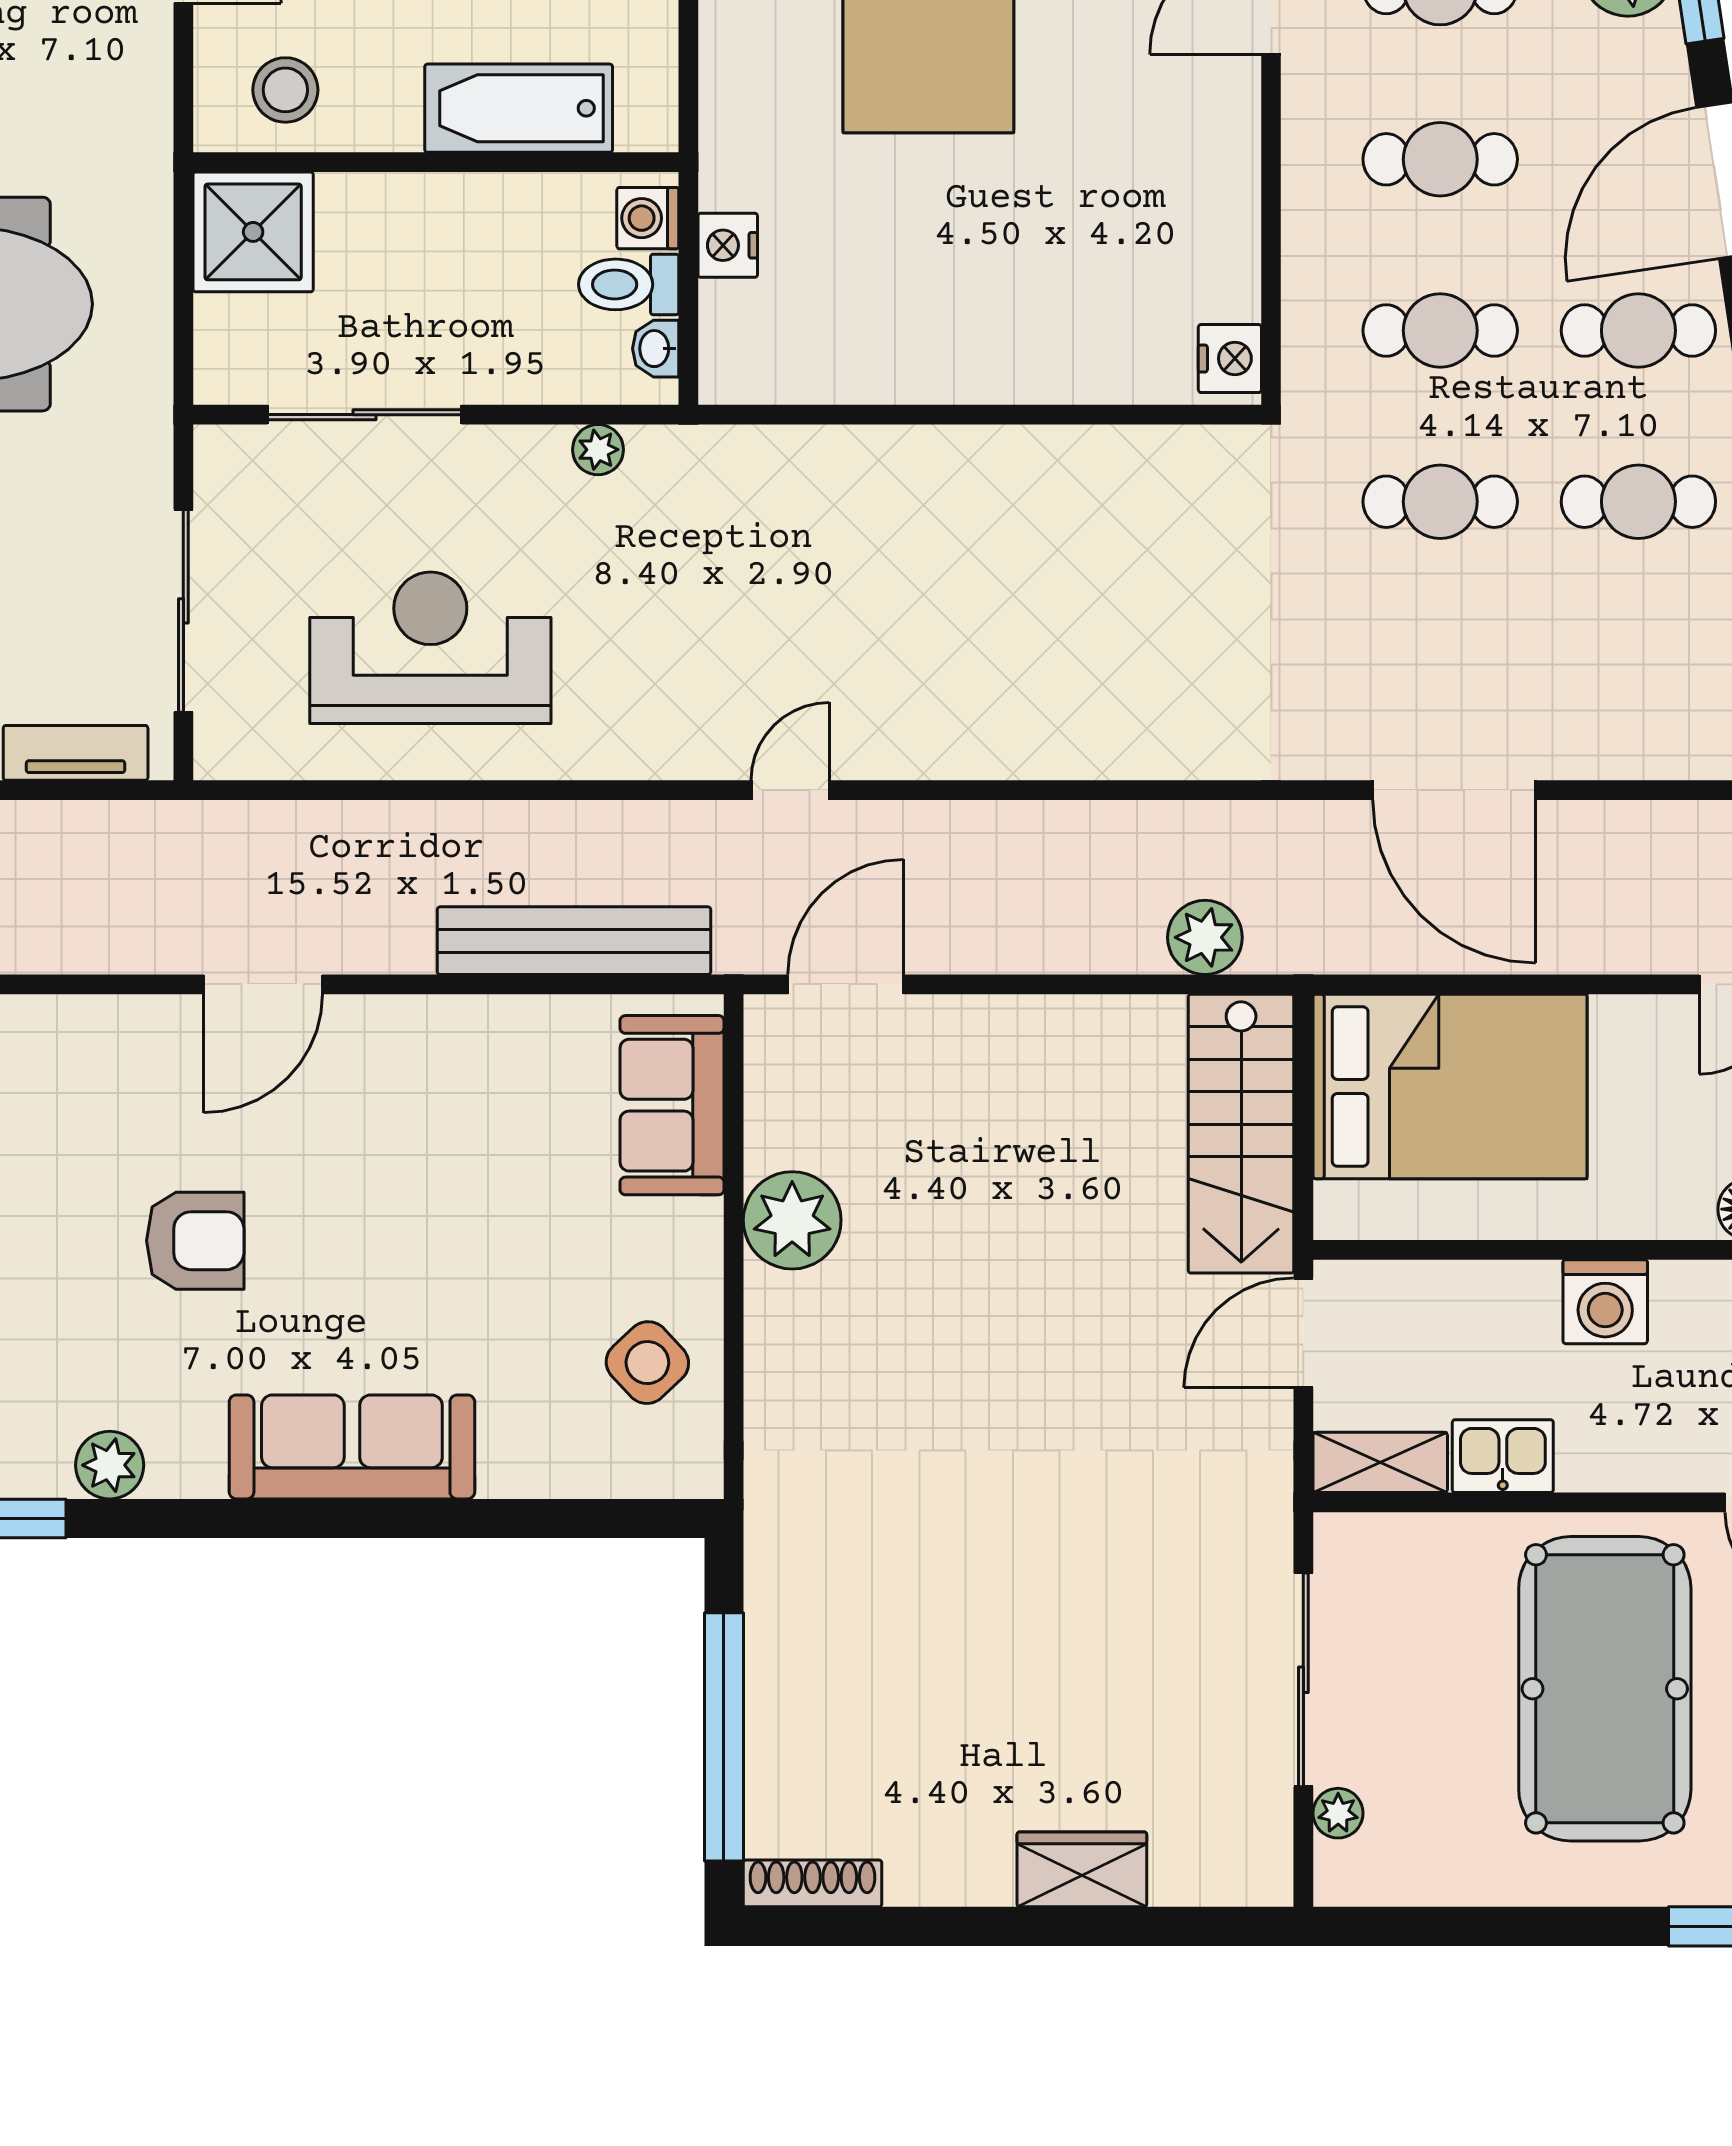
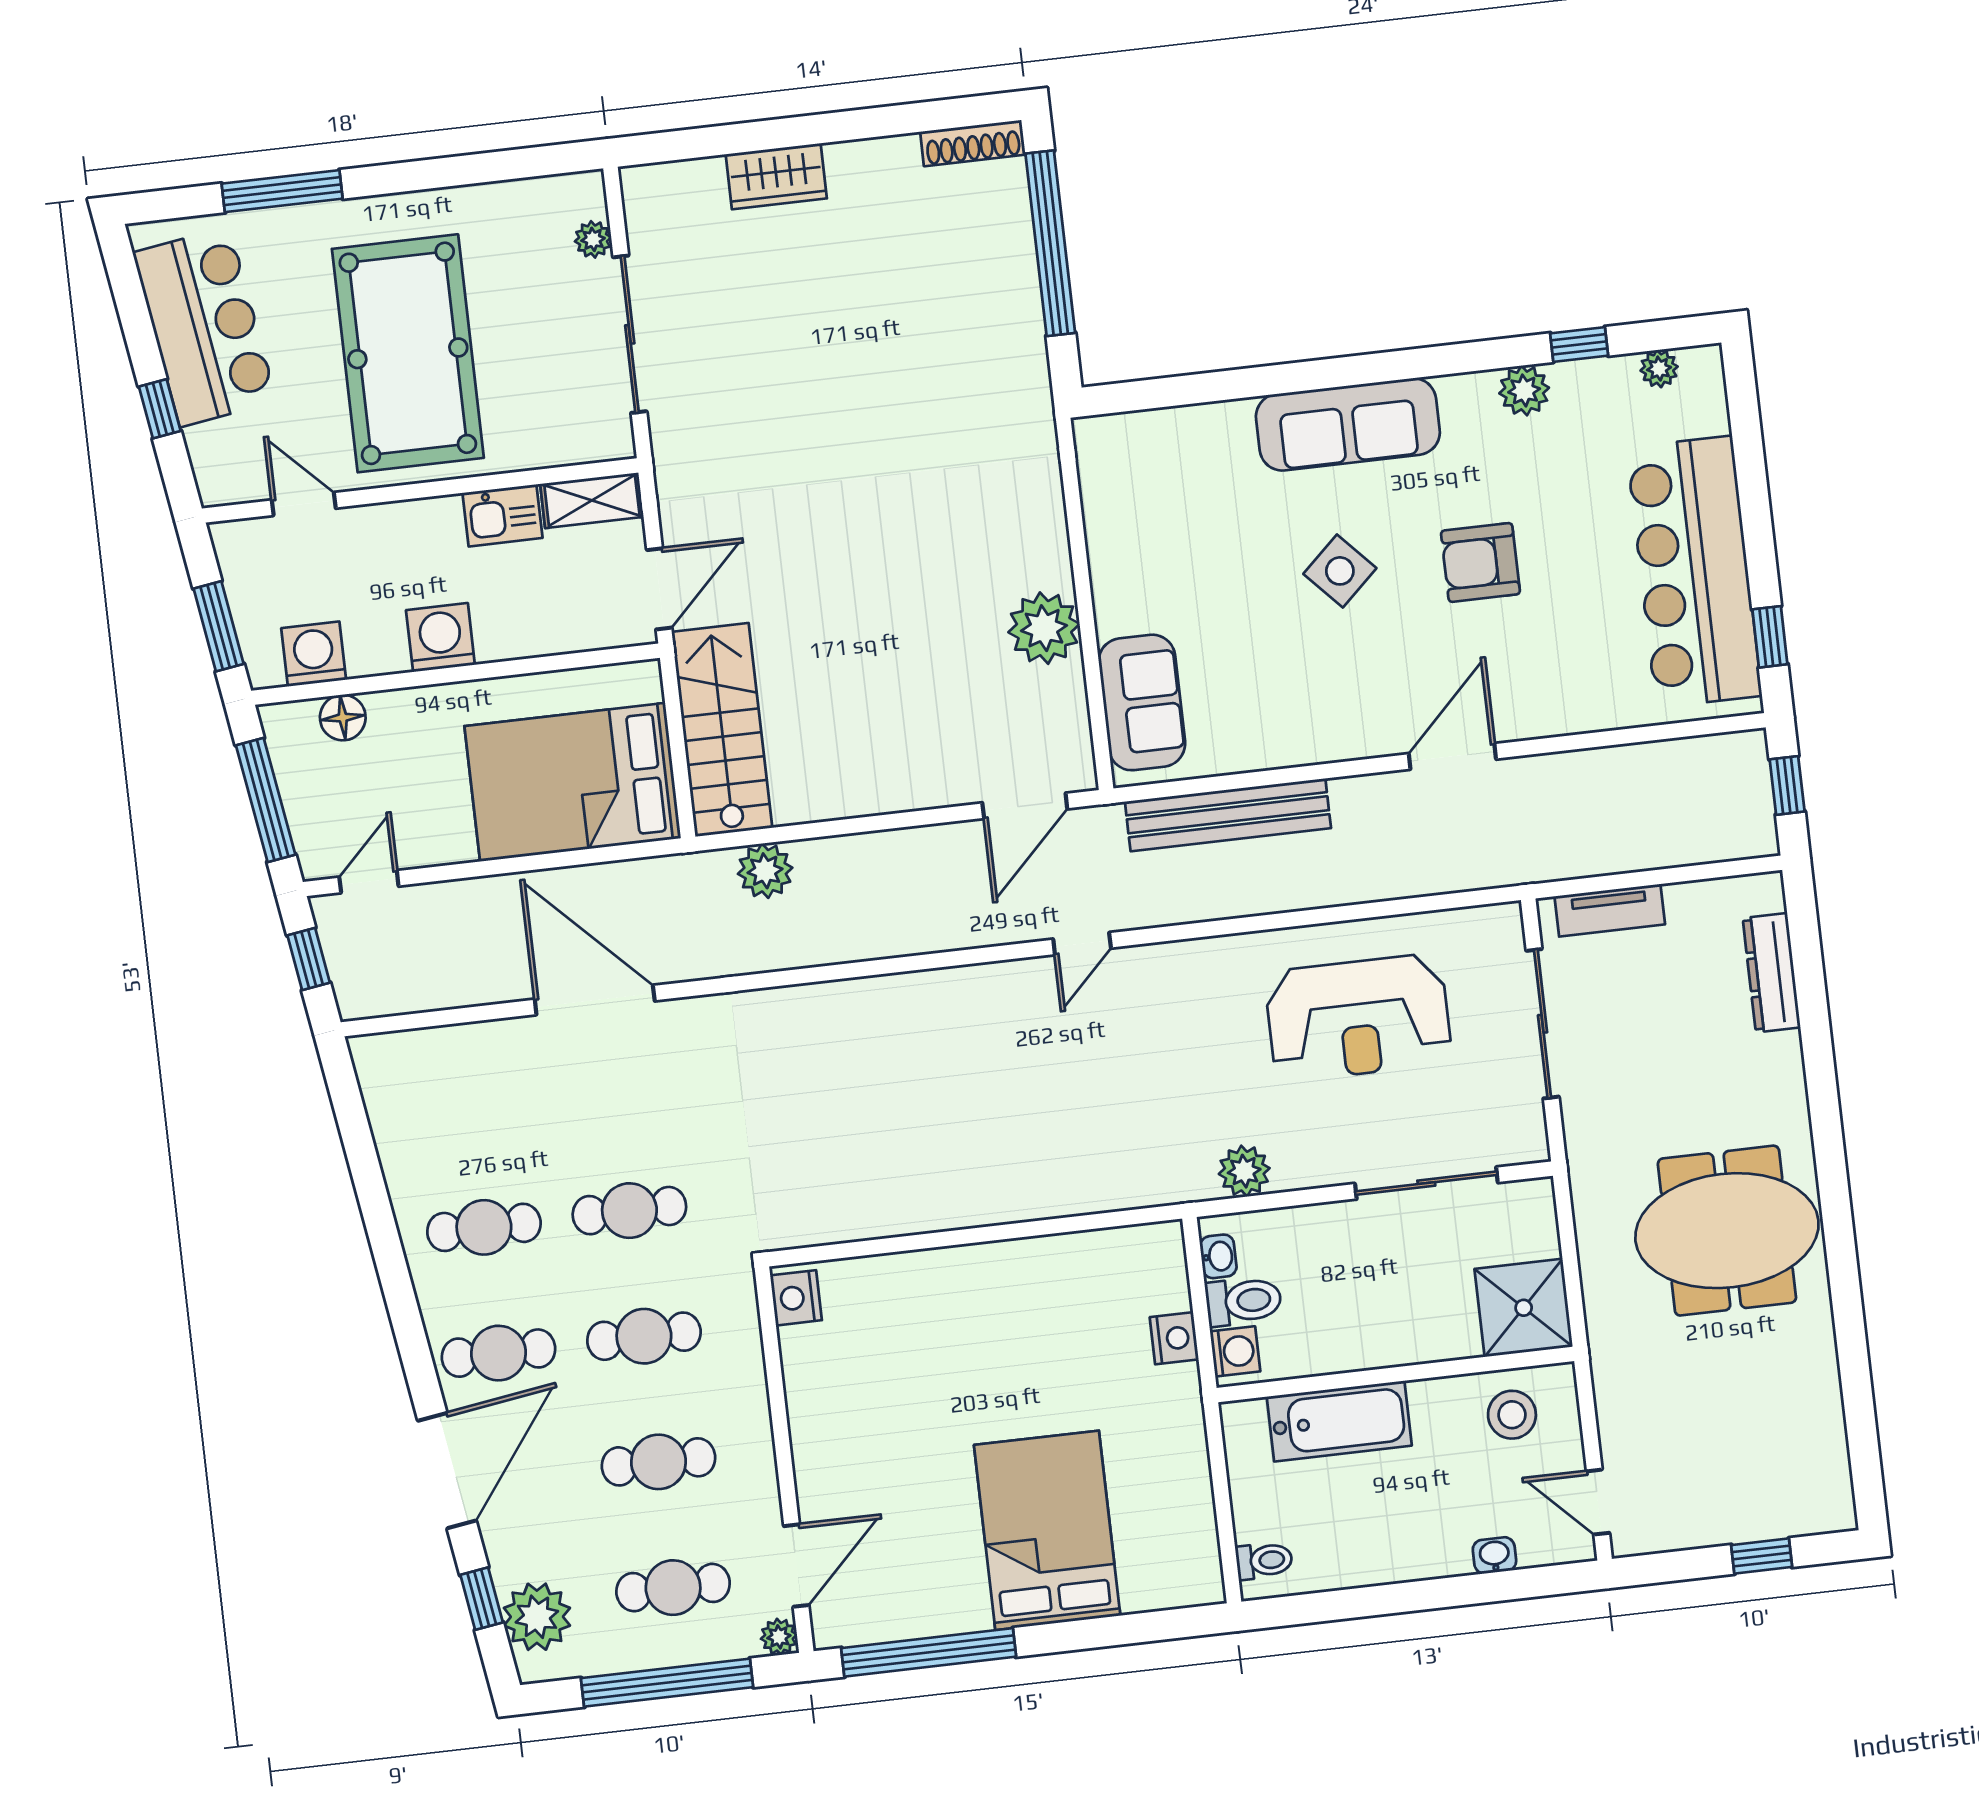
plant: (598, 450) -> (1244, 1171), width x1.38, depth x1.38
side table: (647, 1363) -> (1340, 571), moved

